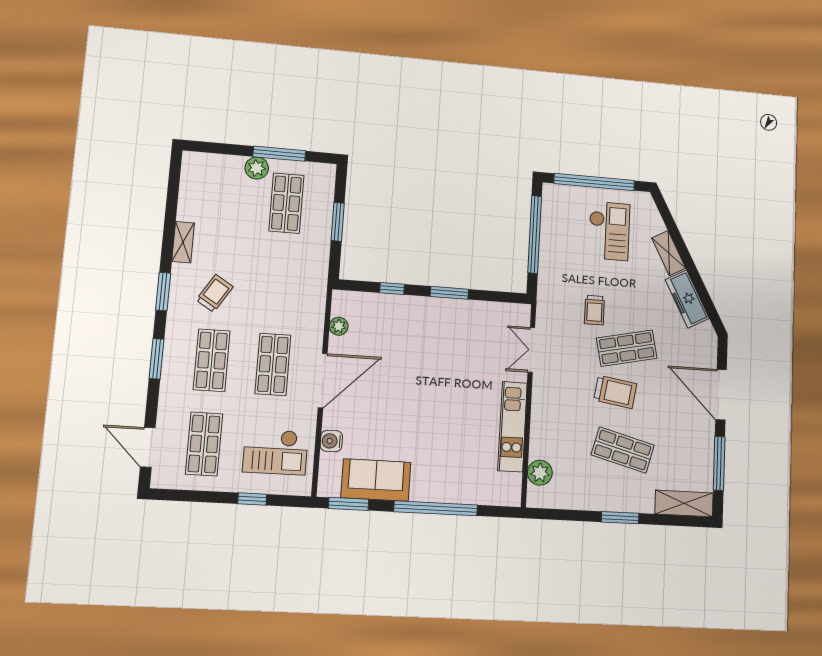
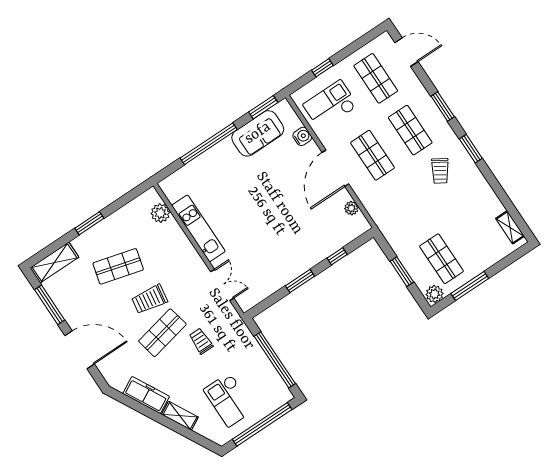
plant: (257, 168) -> (435, 294), moved
shelving: (183, 242) -> (510, 227), moved

